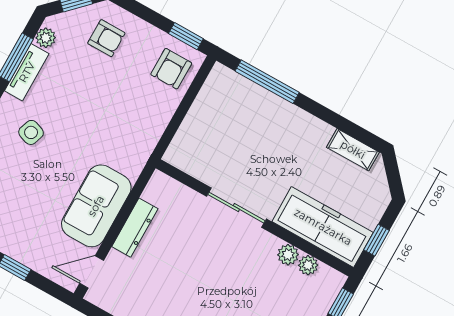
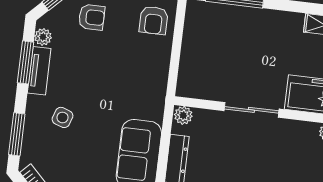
plant: (288, 255) -> (183, 115), moved

